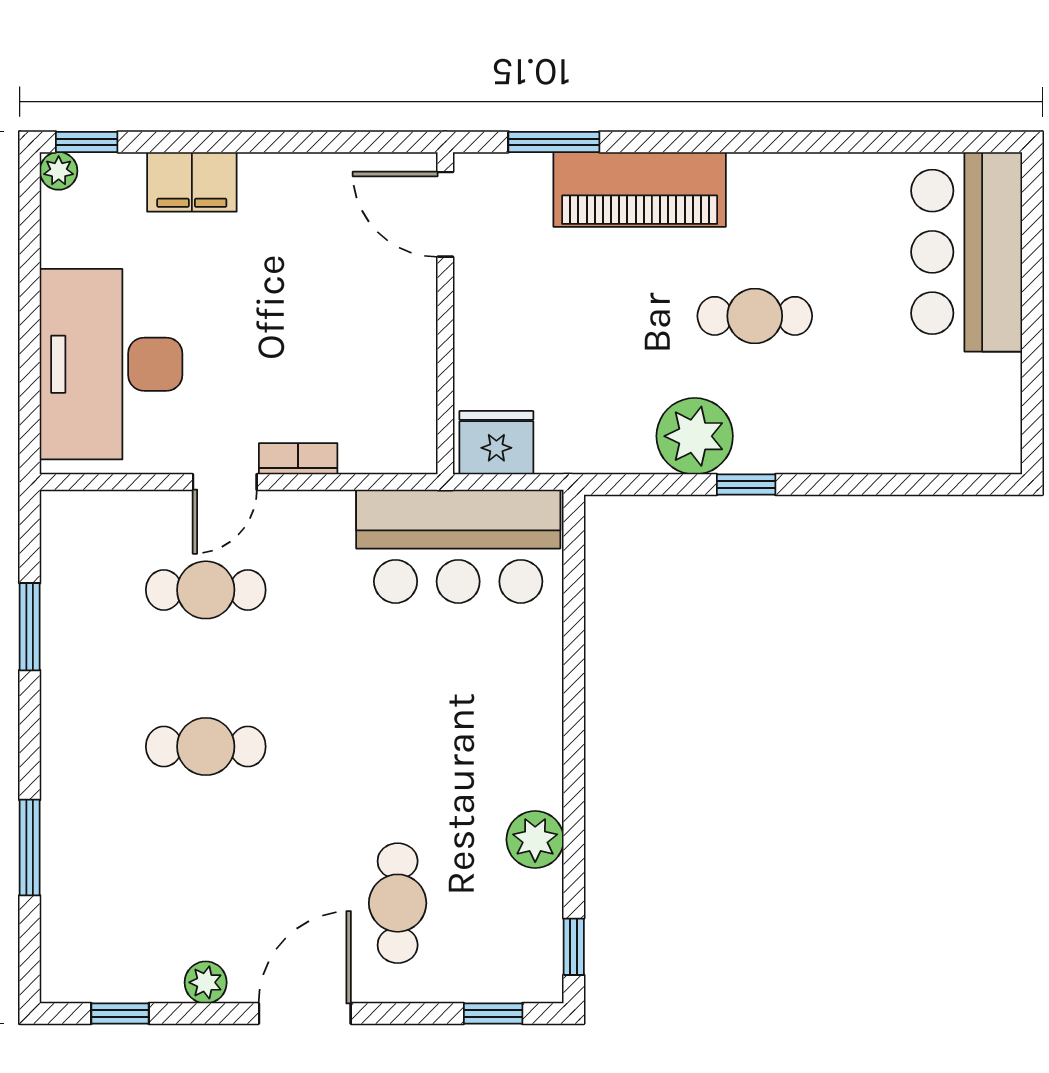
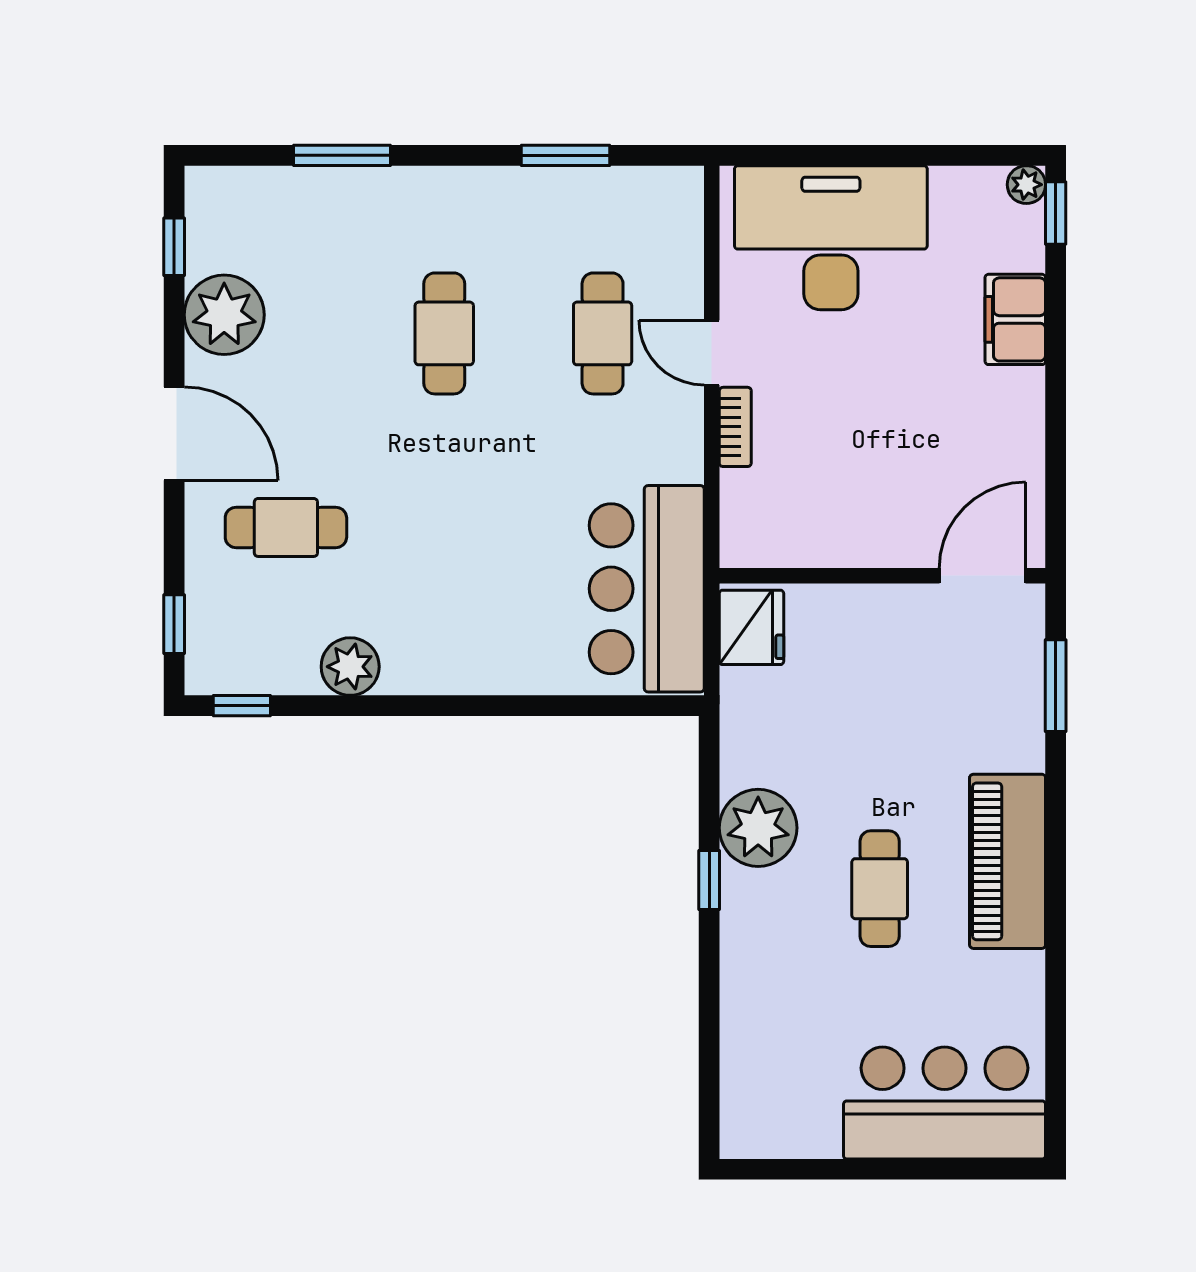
piano: (640, 189) -> (1008, 861), moved
plant: (206, 982) -> (224, 315), width x1.87, depth x1.87

